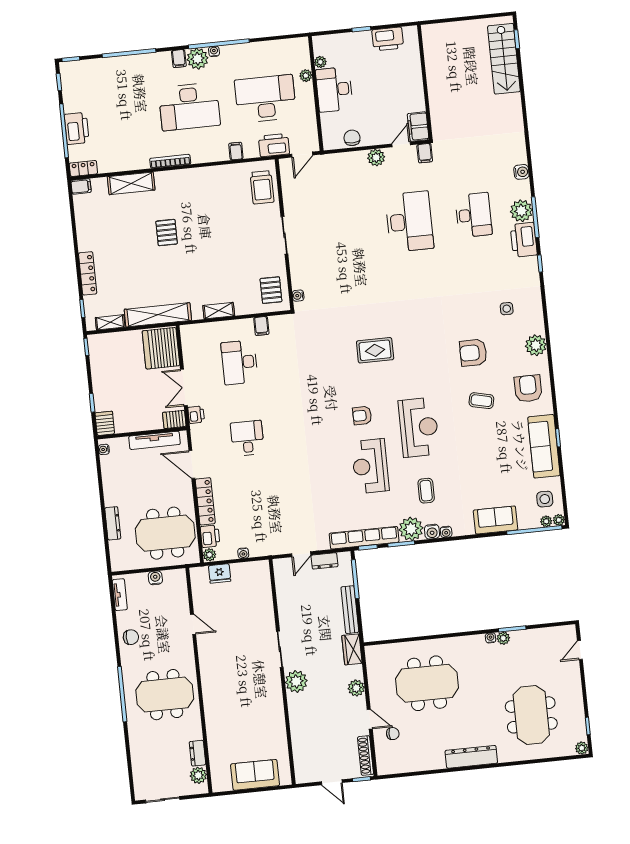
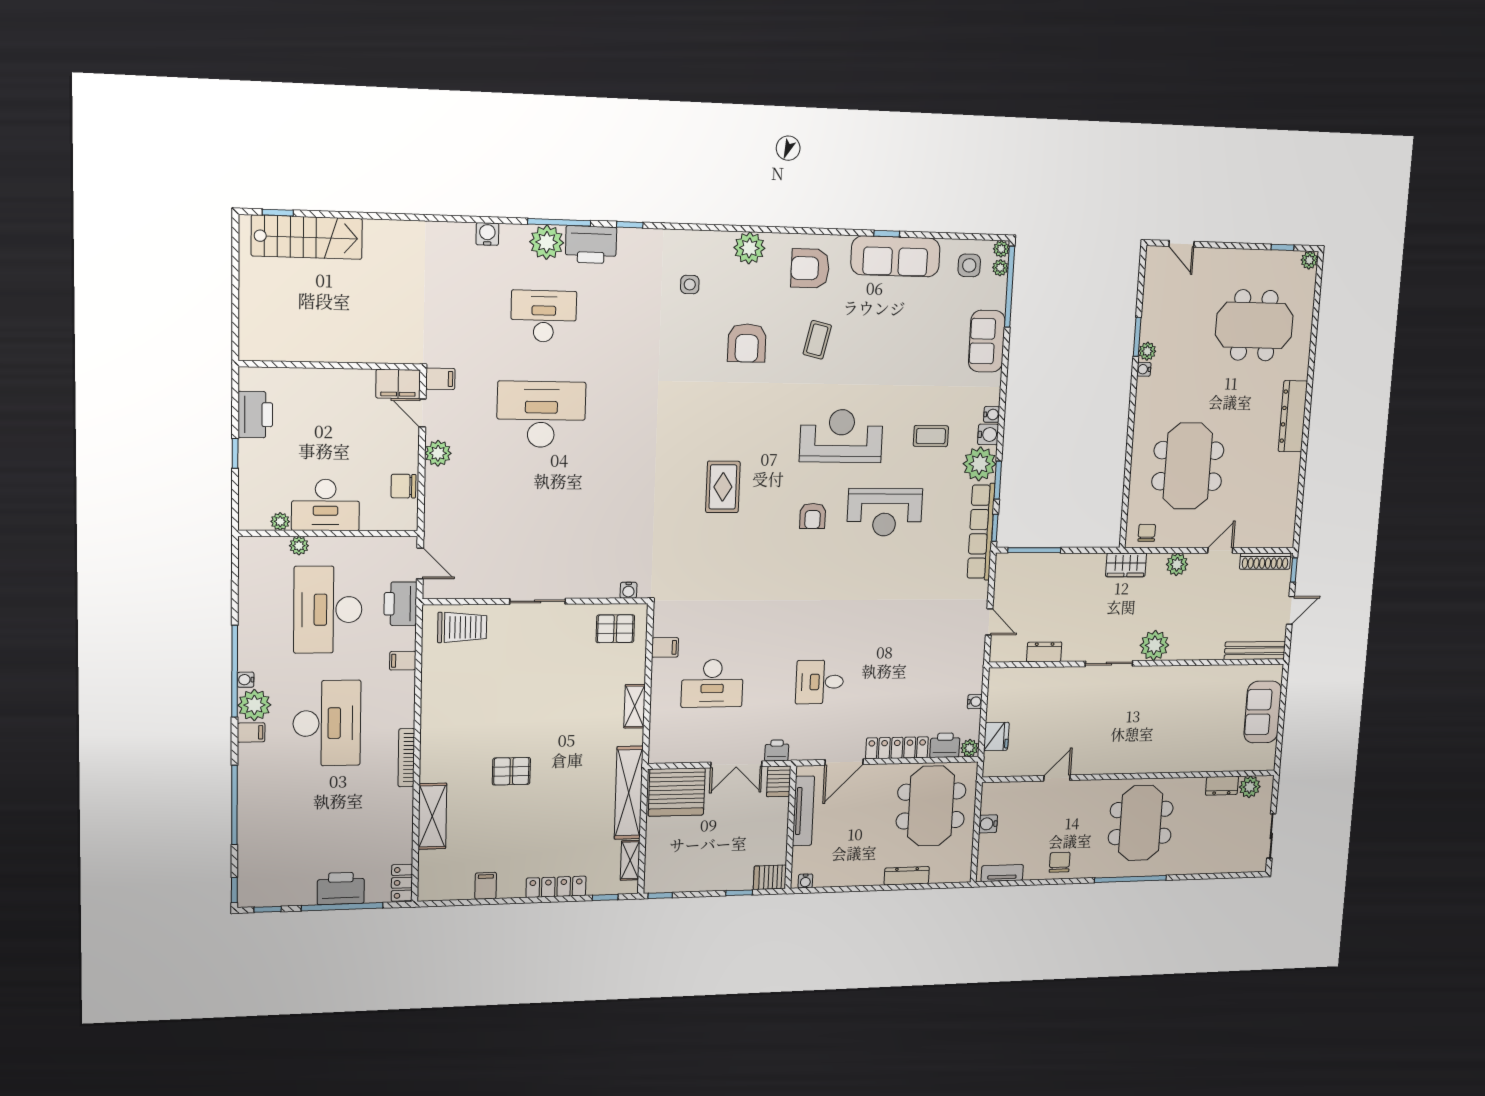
filing cabinet: (81, 186) -> (486, 886), moved
dresser: (325, 561) -> (1044, 652), moved, turned -90
bench: (350, 610) -> (1255, 651), moved
chair: (393, 734) -> (1147, 533), moved

